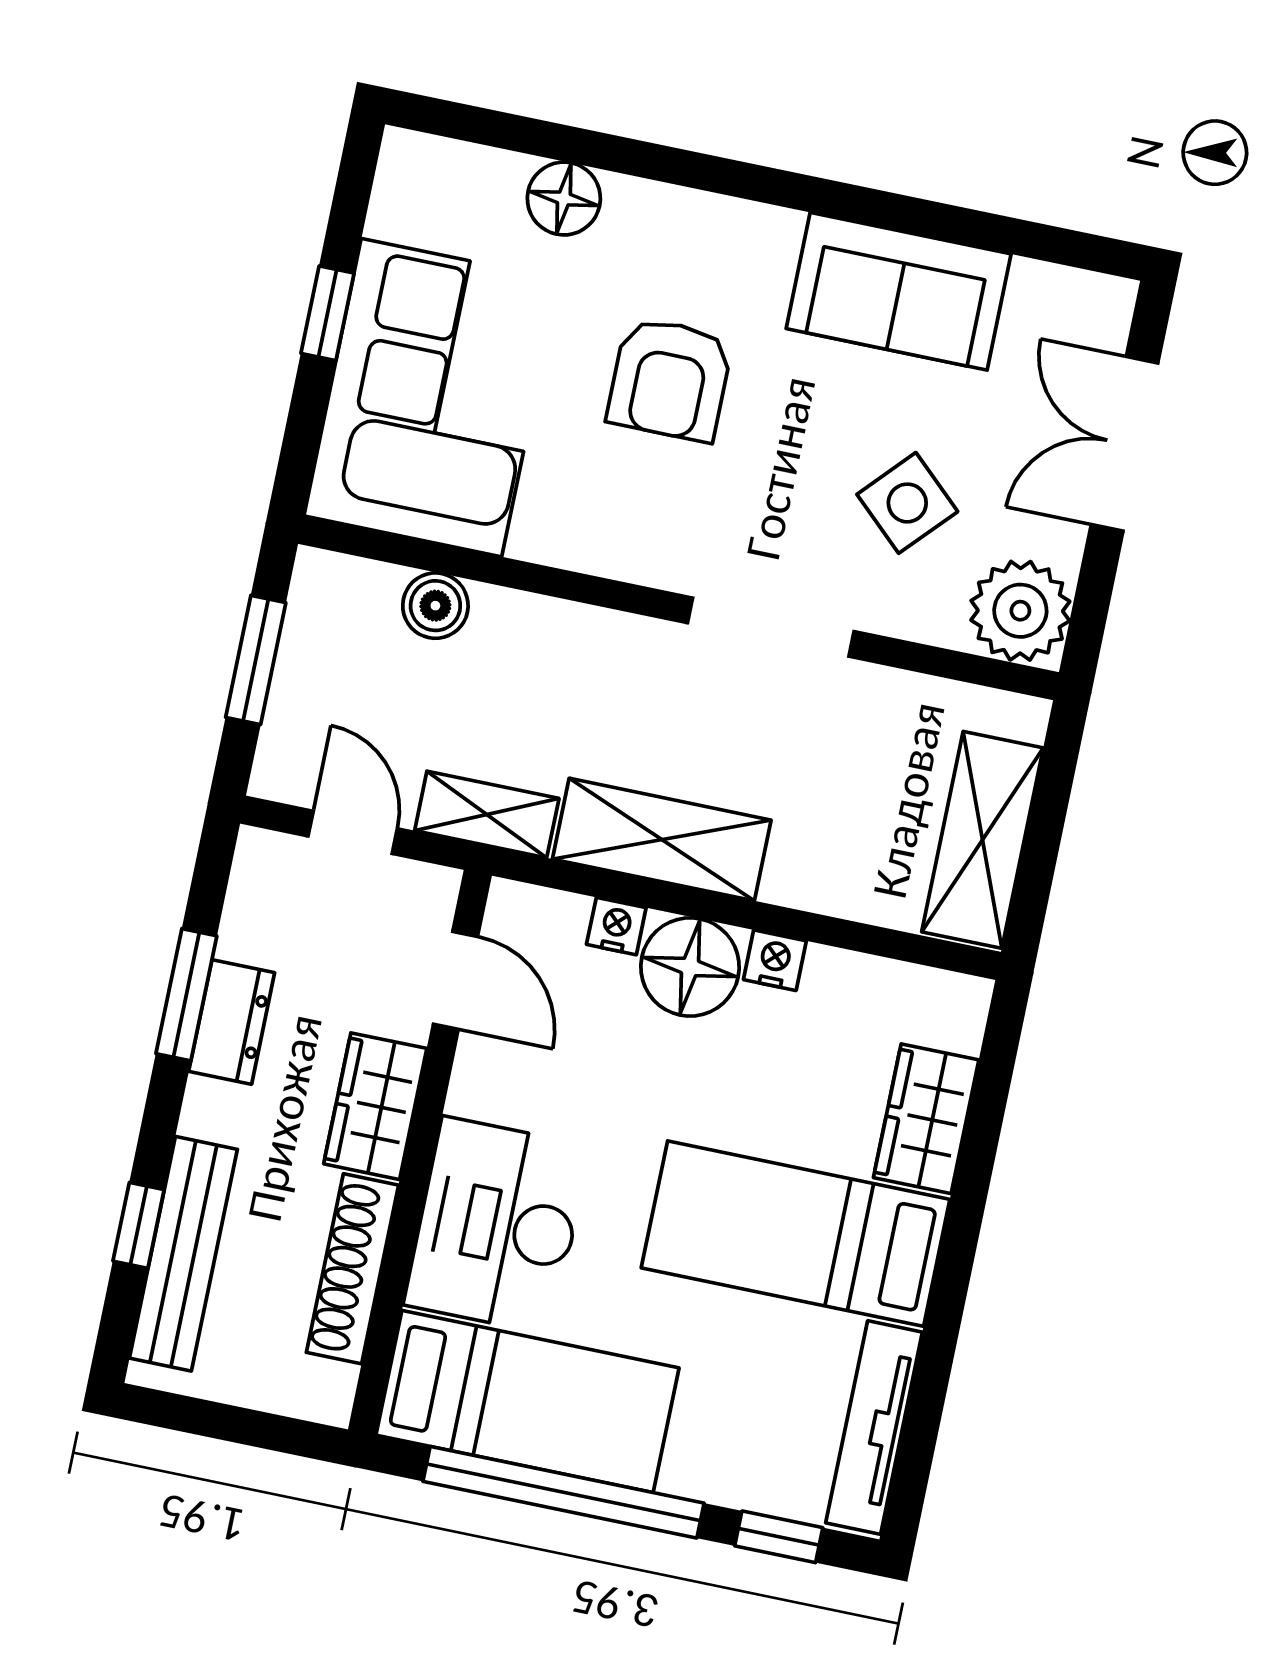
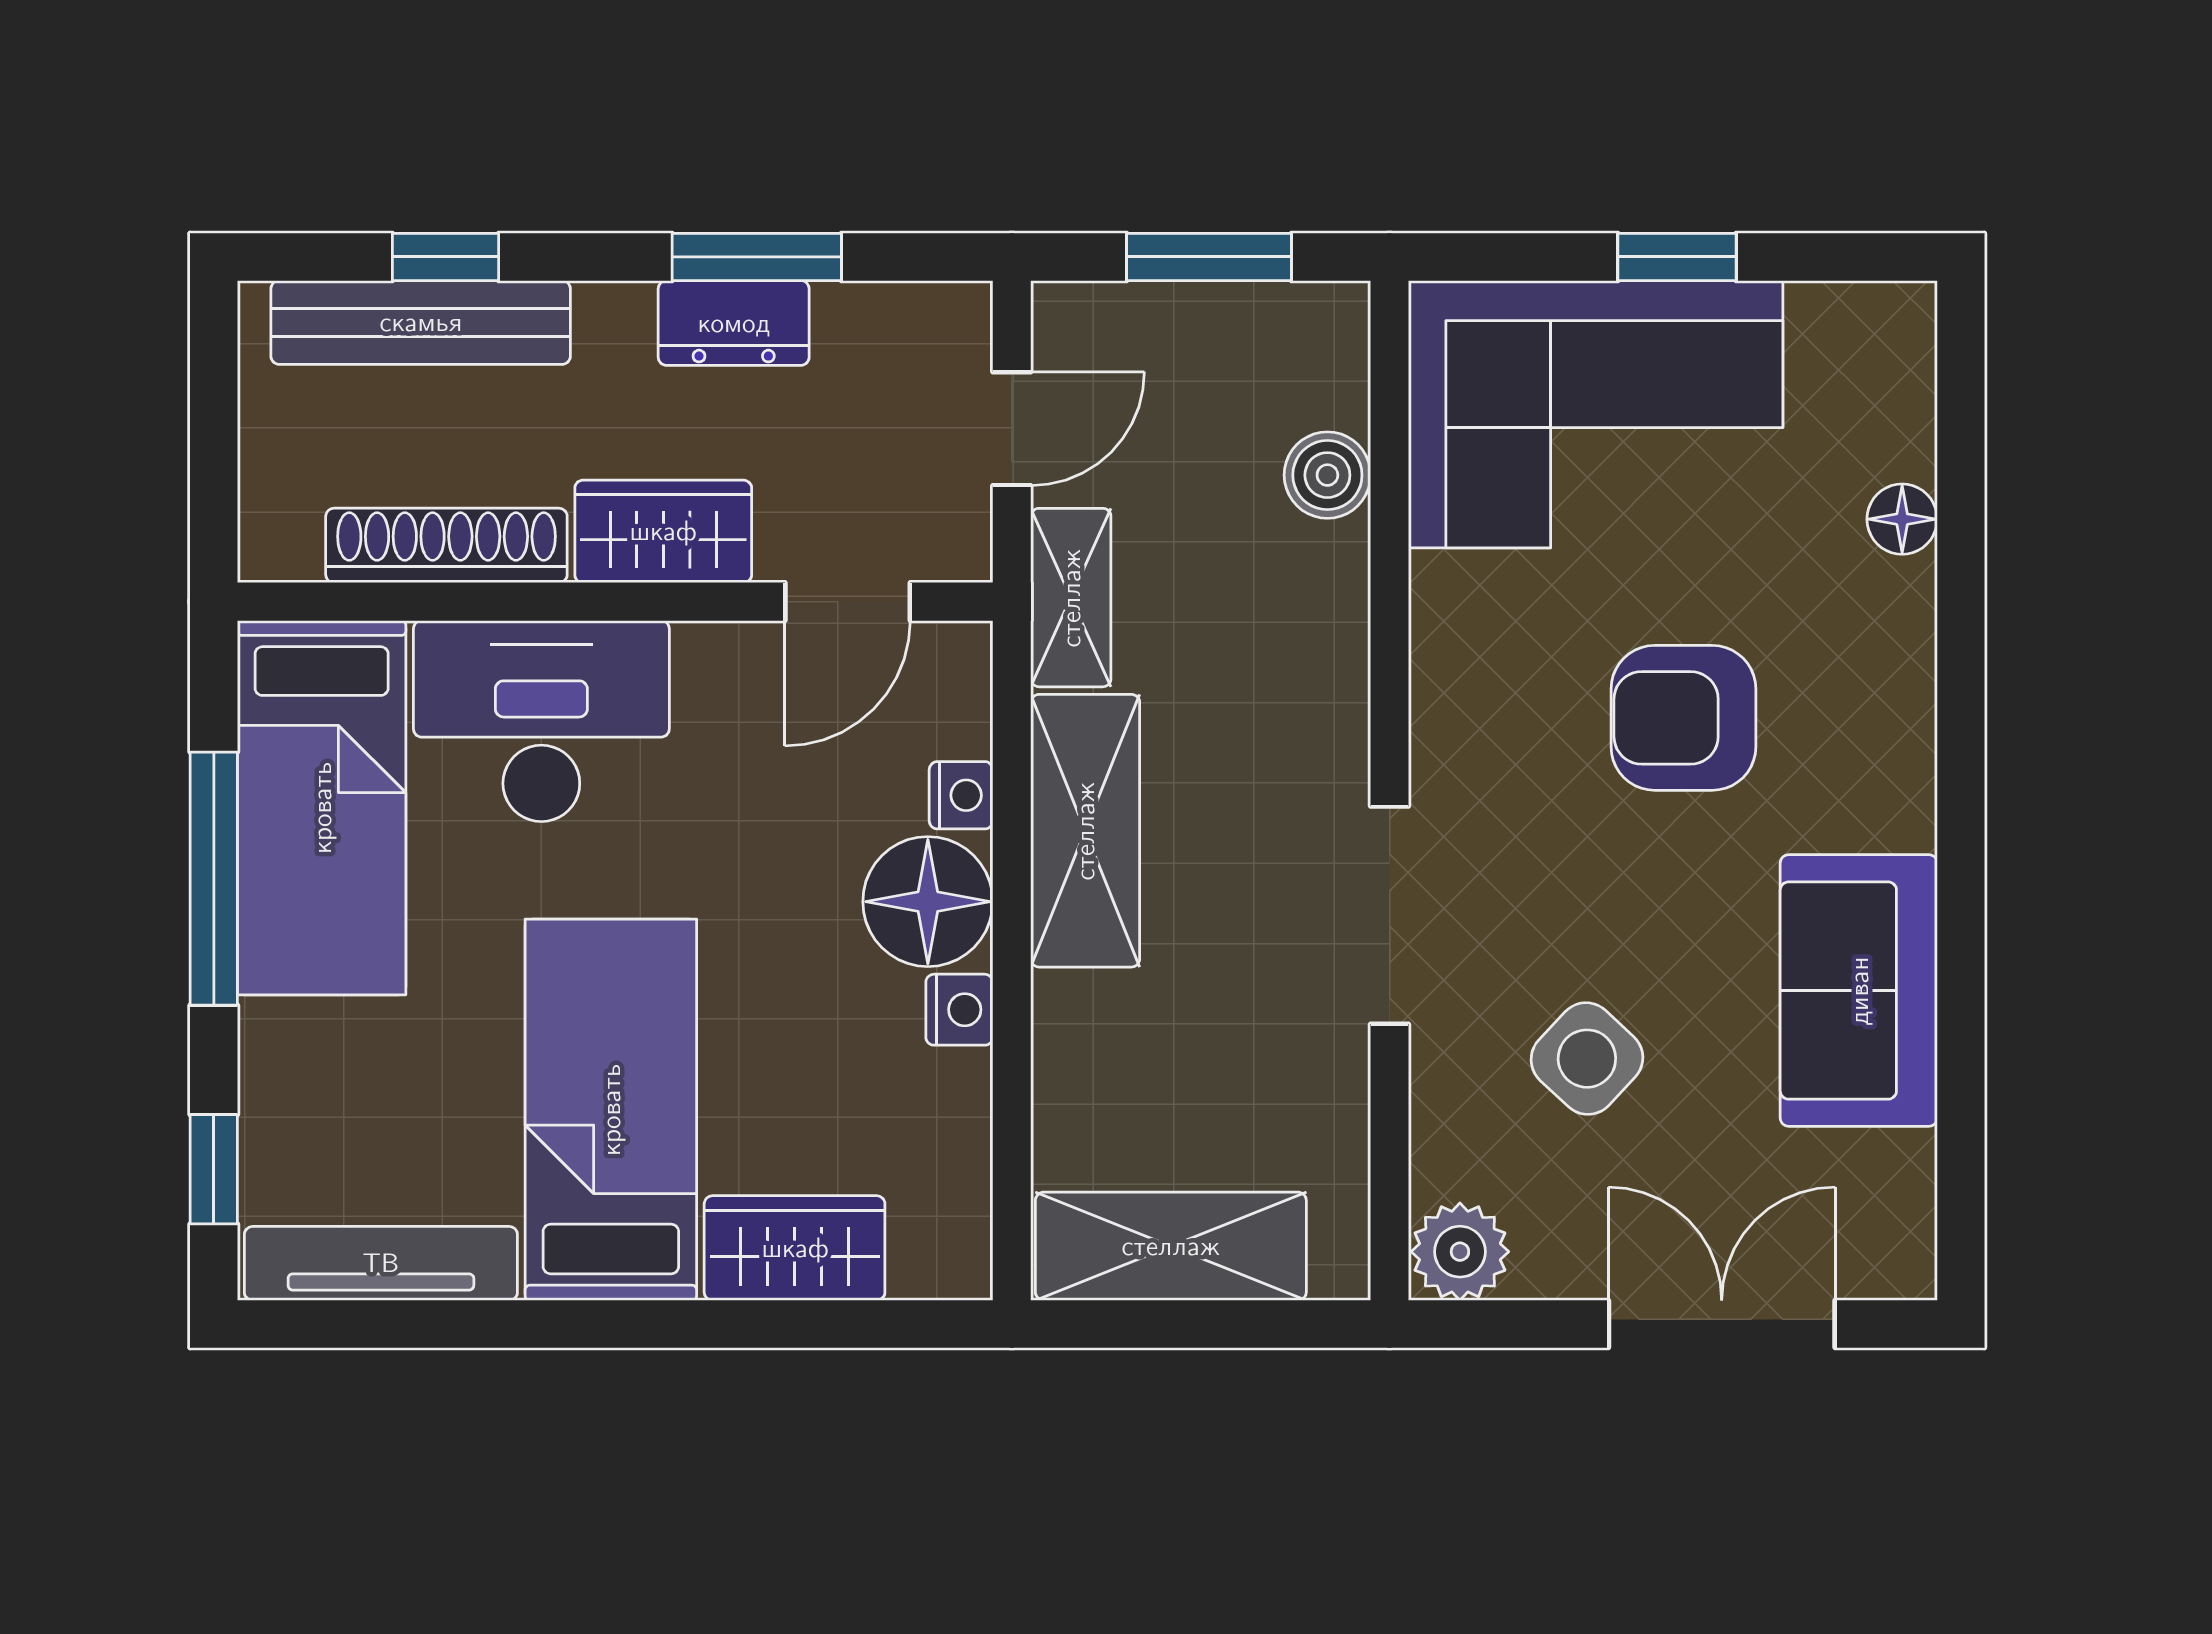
floor lamp: (564, 199) -> (1902, 519), width x0.73, depth x0.73
plant: (1020, 611) -> (1460, 1252), width x0.73, depth x0.73
window: (563, 1492) -> (214, 879), width x0.68

